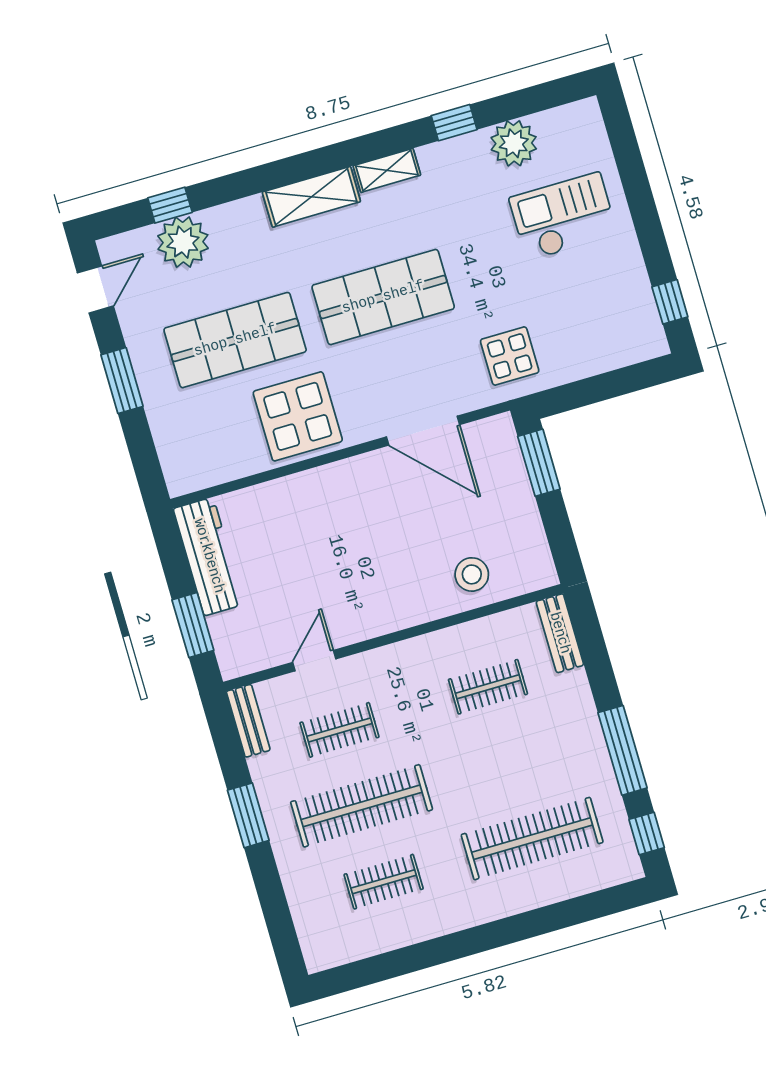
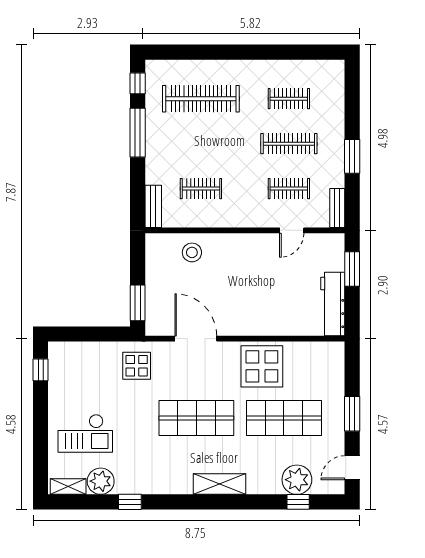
shelving: (387, 170) -> (68, 487), moved
clothes rail: (362, 806) -> (289, 144), width x0.73, depth x0.76

